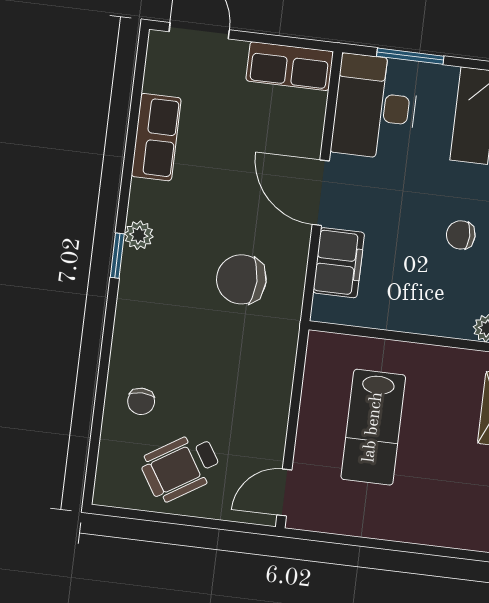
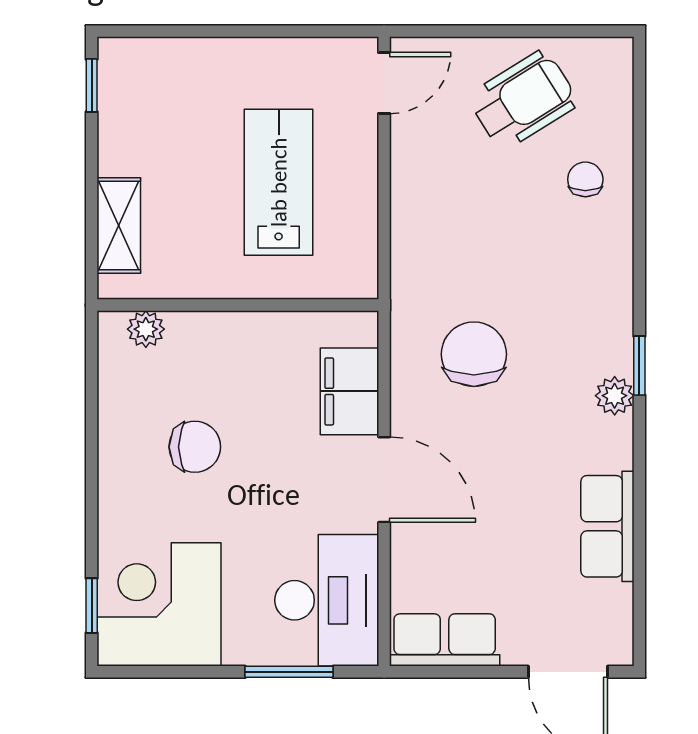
chair: (461, 235) -> (195, 447), width x1.37, depth x1.37
chair: (241, 279) -> (474, 354), turned -90

